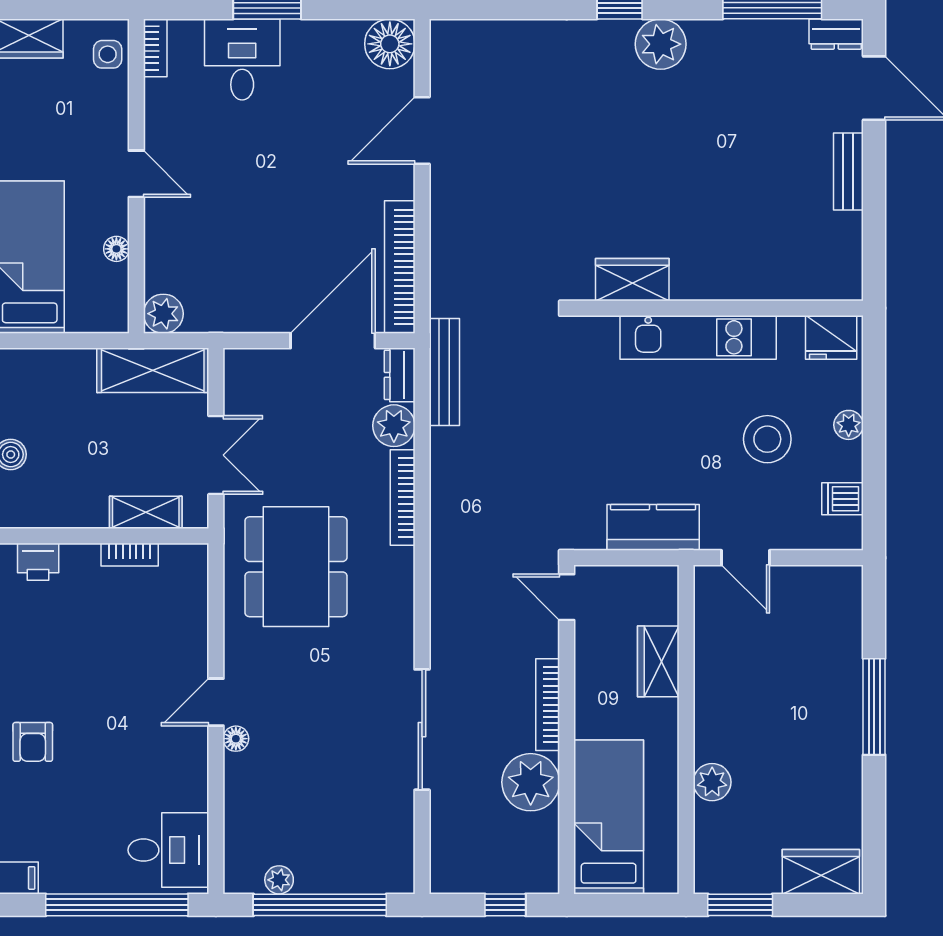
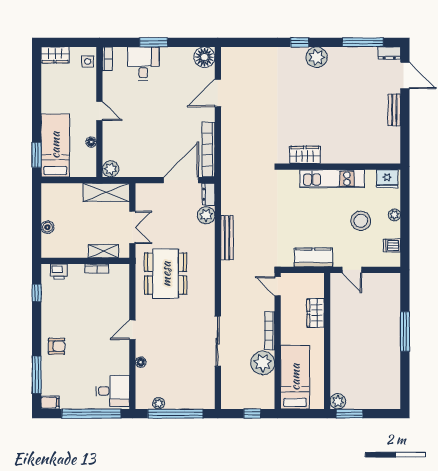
bench: (444, 372) -> (227, 238), moved
bookcase: (403, 497) -> (210, 245), removed
floor lamp: (236, 739) -> (141, 362), moved
armchair: (33, 742) -> (57, 346), turned -90
plant: (712, 782) -> (338, 401), moved
wardrobe: (821, 872) -> (383, 400), removed

